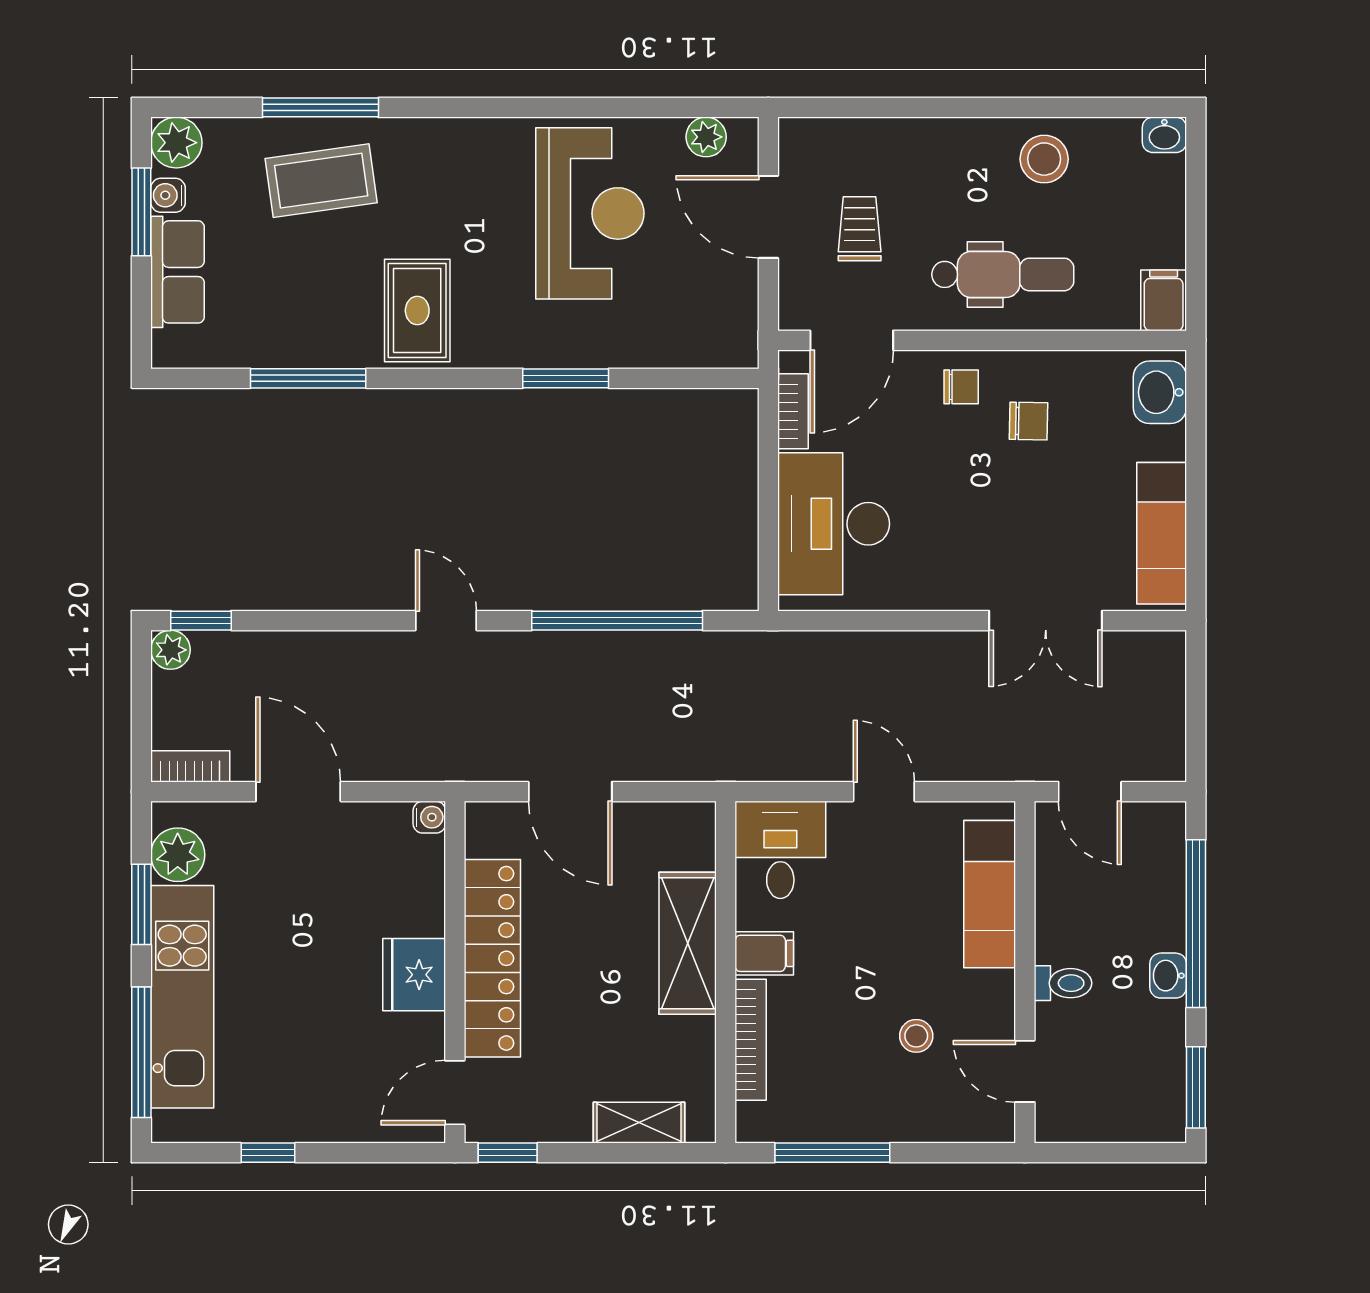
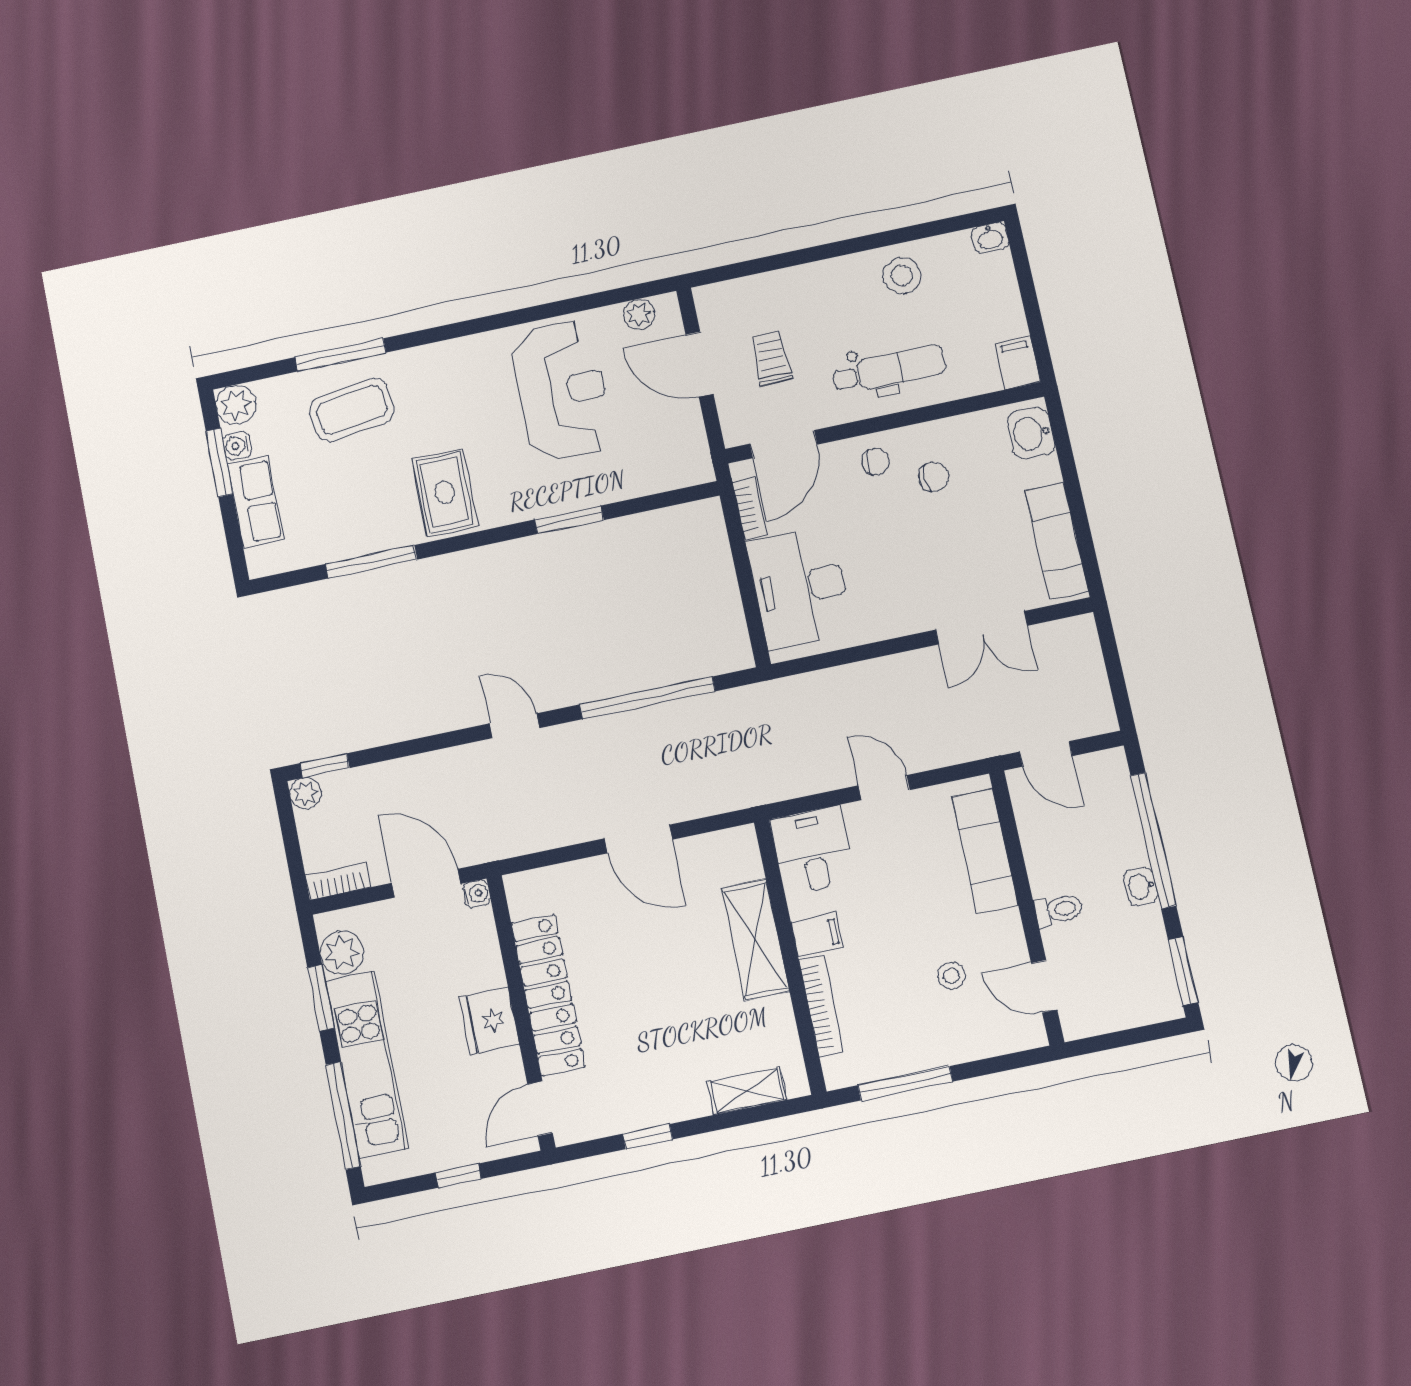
water cooler: (429, 817) -> (477, 894), moved
locker: (492, 958) -> (548, 995), moved
wall: (455, 972) -> (521, 1012), moved
fridge: (414, 975) -> (489, 1021), moved
door: (455, 1093) -> (540, 1109), moved

